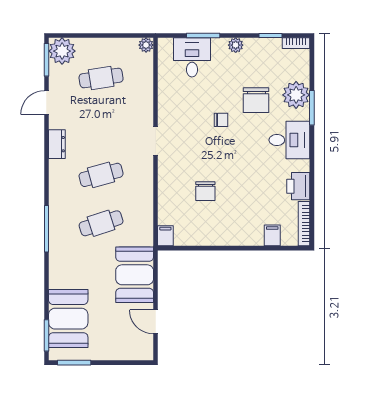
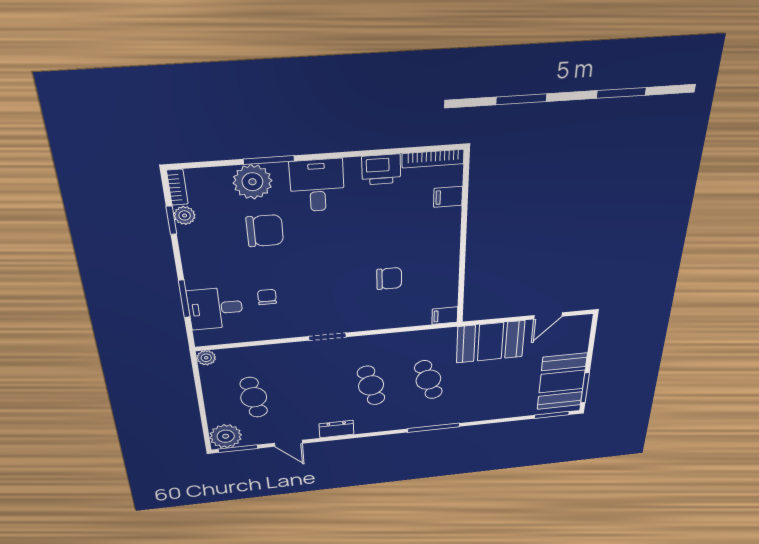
plant: (236, 45) -> (185, 215), moved
chair: (221, 120) -> (267, 297), moved
booth: (68, 319) -> (562, 381), moved, turned 90

